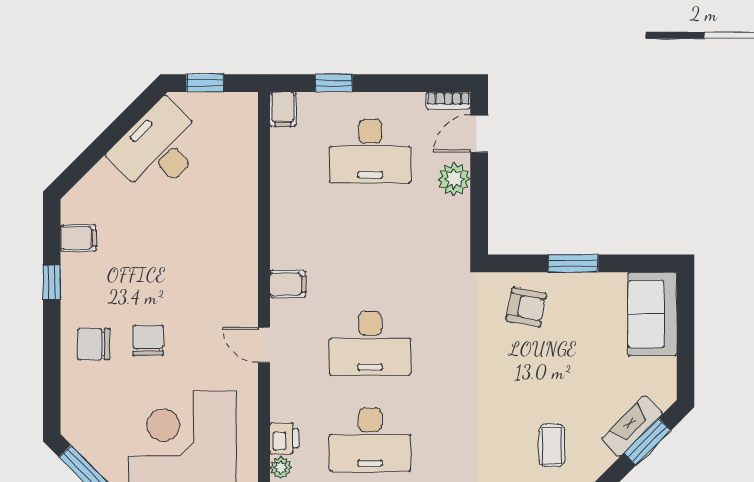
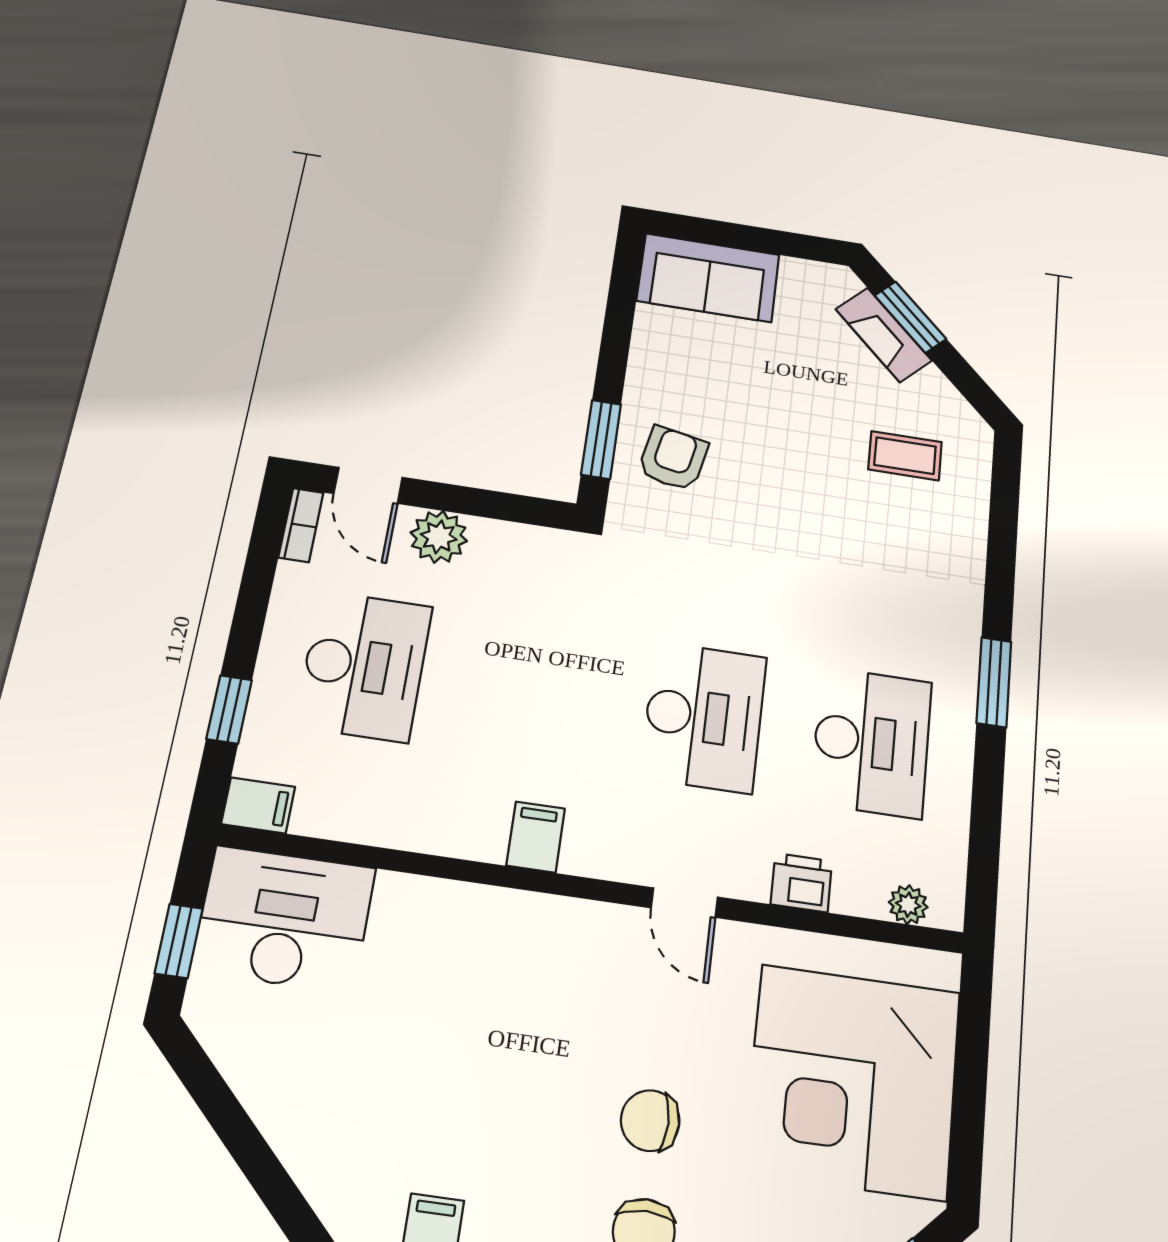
desk: (159, 149) -> (284, 919), moved, turned 135
window: (573, 263) -> (601, 439), moved
filing cabinet: (288, 284) -> (536, 837), moved
door: (264, 345) -> (684, 902), hinge flipped
printer: (284, 438) -> (801, 883), moved

